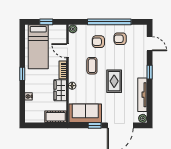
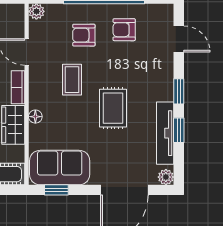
window: (150, 93) -> (179, 130), added
window: (95, 125) -> (56, 190), moved

